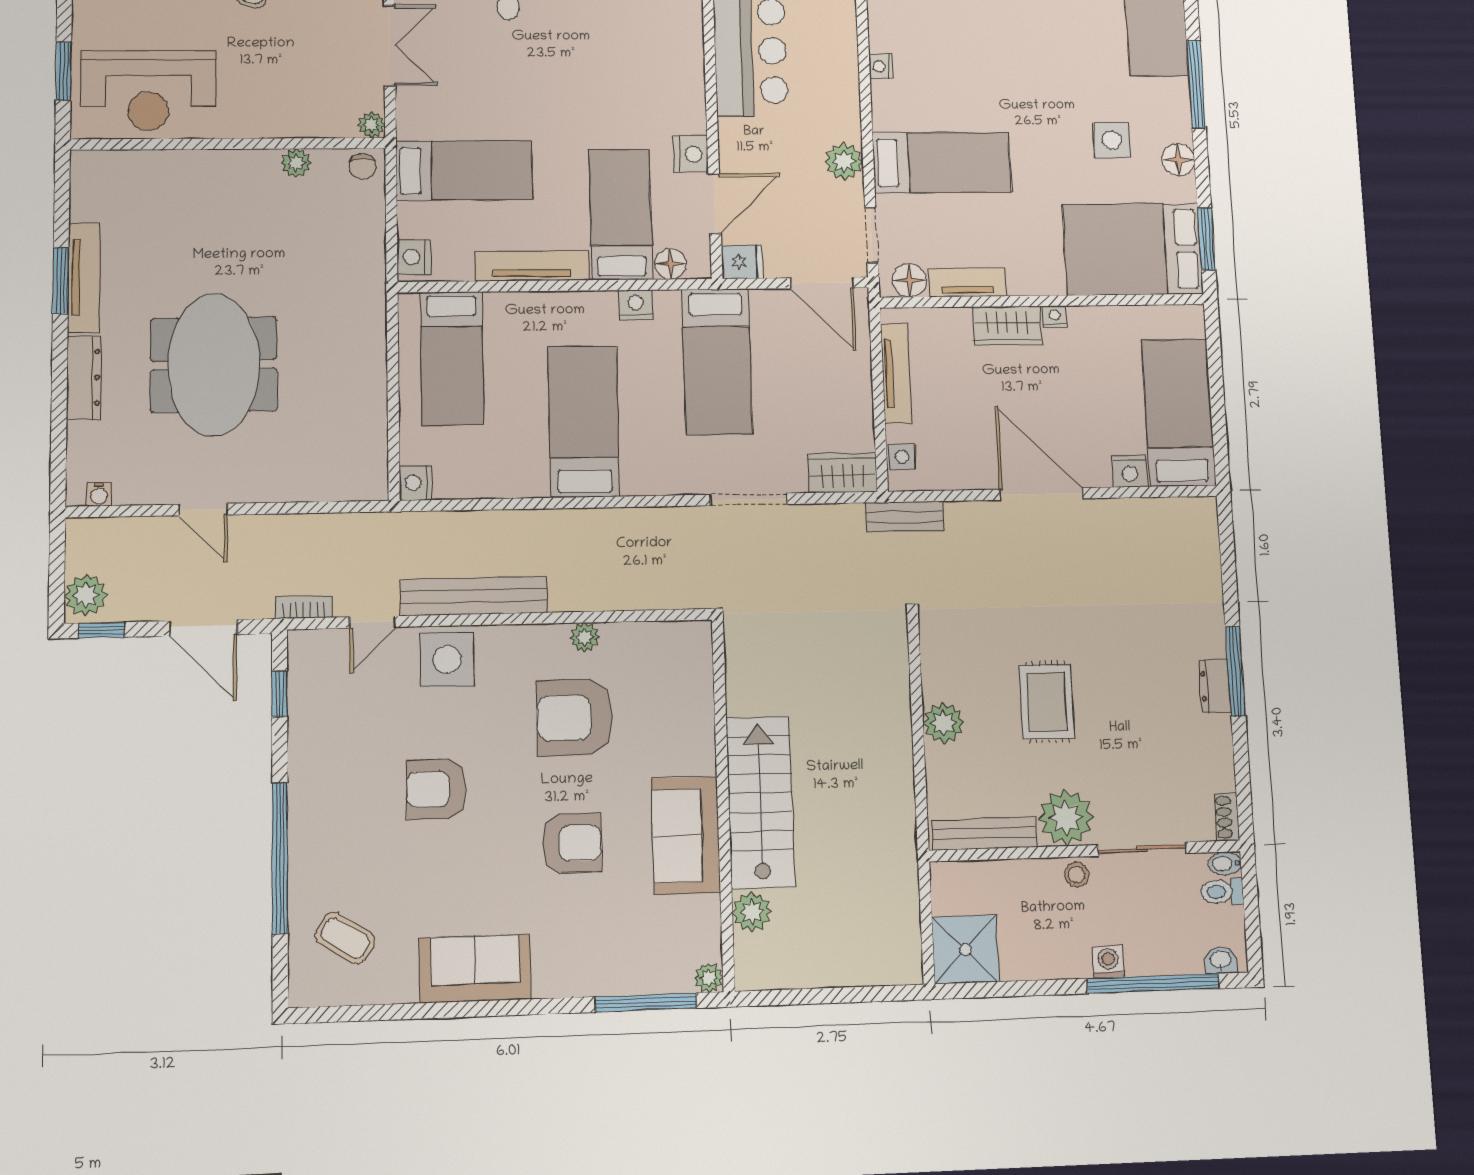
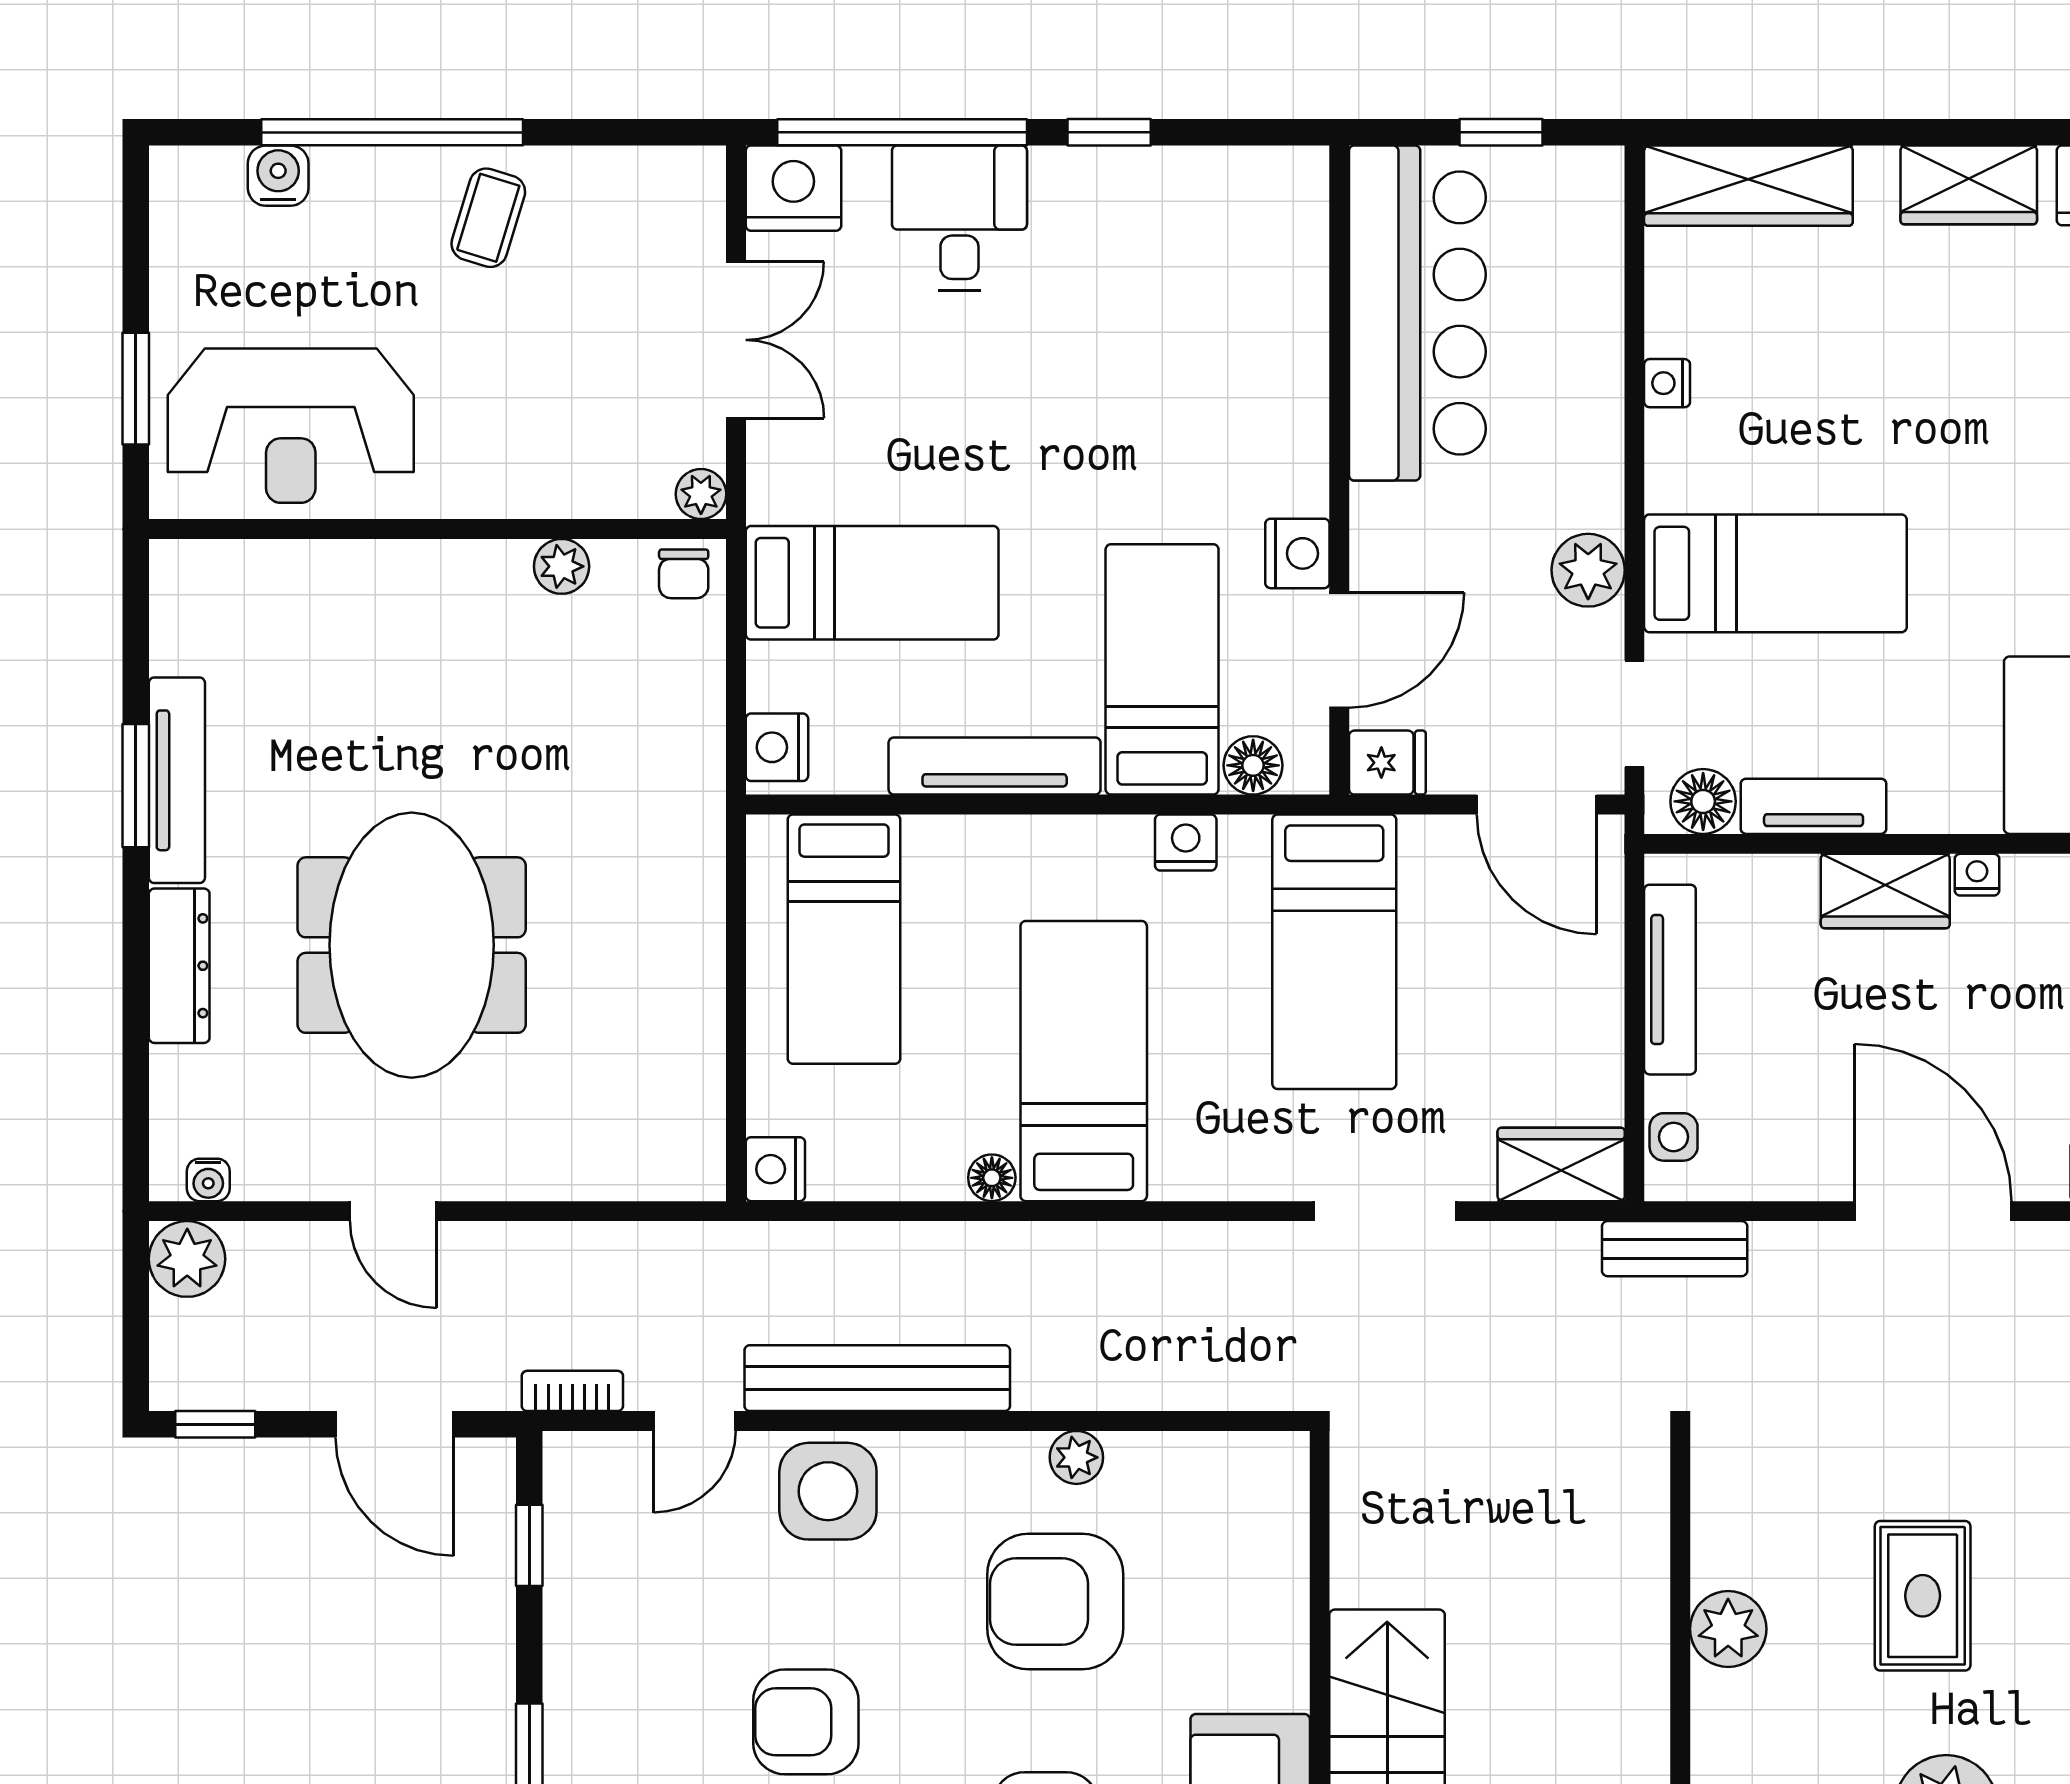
floor lamp: (535, 485) -> (992, 1178), added
plant: (86, 595) -> (187, 1259), moved

